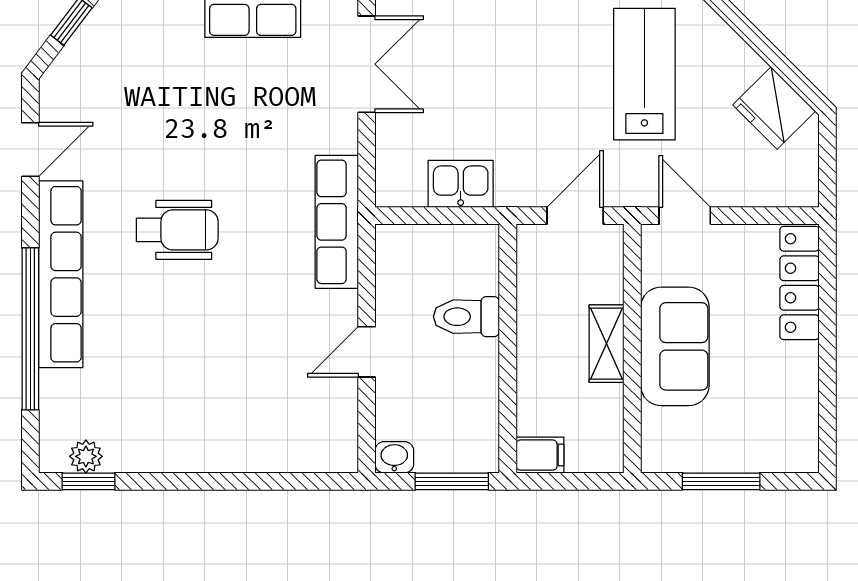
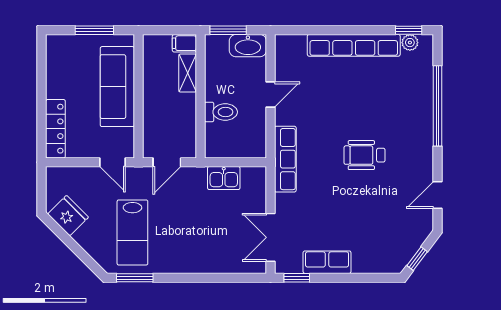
row of seats: (61, 274) -> (354, 45), moved, turned -90
shelving: (607, 344) -> (188, 73), moved
sofa: (675, 346) -> (117, 87), width x1.36
washbasin: (394, 457) -> (248, 46), width x1.91, depth x1.45

